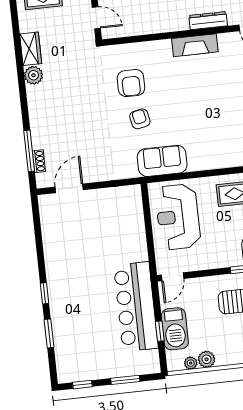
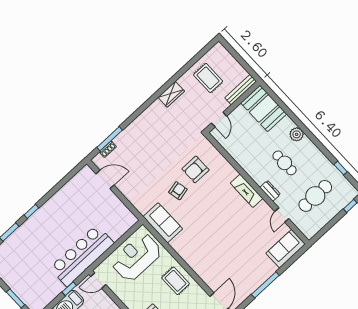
dresser: (208, 21) -> (270, 191), width x0.70
plant: (33, 75) -> (157, 108), removed
bar counter: (136, 307) -> (82, 256), moved
window: (160, 331) -> (69, 289), moved

